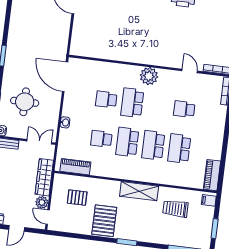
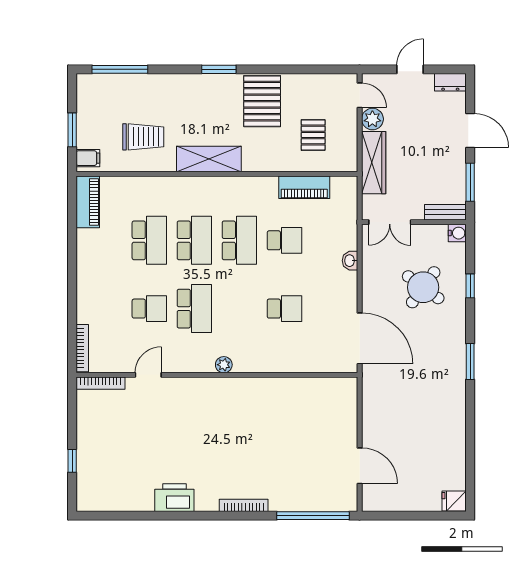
door: (190, 71) -> (148, 375), swing flipped
plant: (149, 76) -> (224, 365), width x0.53, depth x0.53
round table: (25, 102) -> (423, 287), turned 36
school desk: (132, 103) -> (194, 309), moved
piano: (75, 167) -> (304, 187), moved
pallet: (77, 198) -> (313, 135), turned 90
window: (215, 229) -> (72, 130), moved

